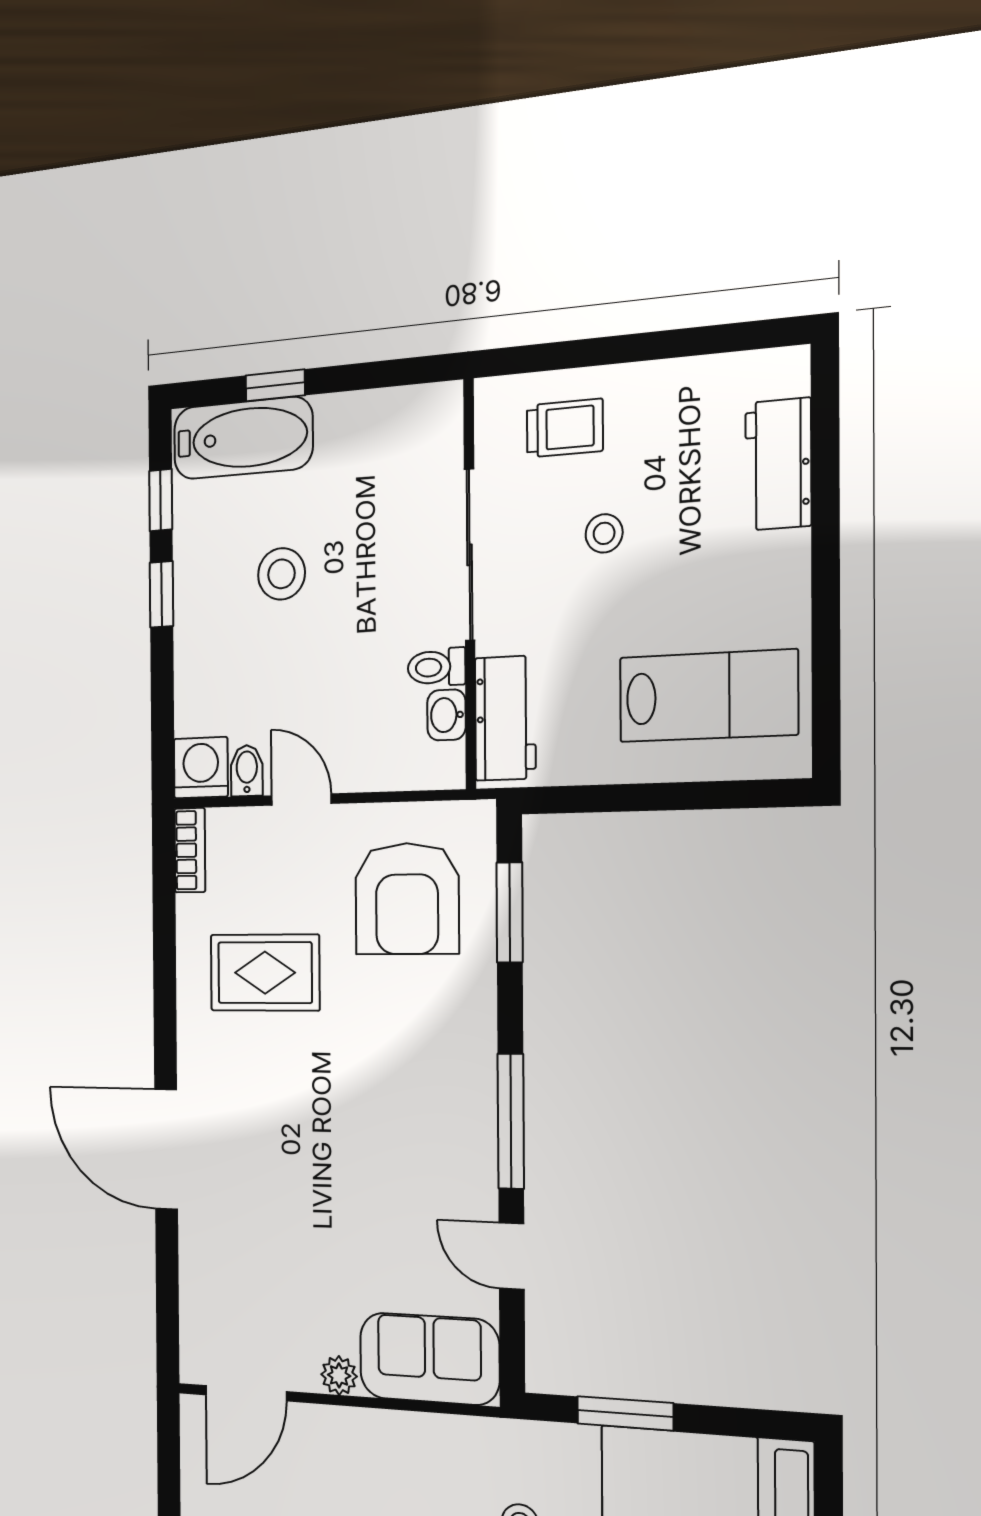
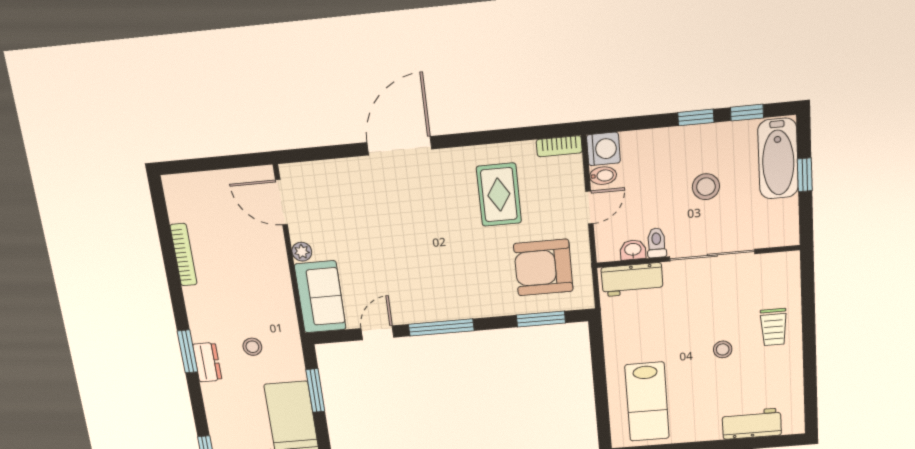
sliding door: (470, 555) -> (712, 255), moved
wall: (470, 584) -> (698, 256), moved
toilet: (437, 667) -> (657, 243), moved
washbasin: (446, 715) -> (633, 250), moved
workbench: (505, 718) -> (632, 280), moved

